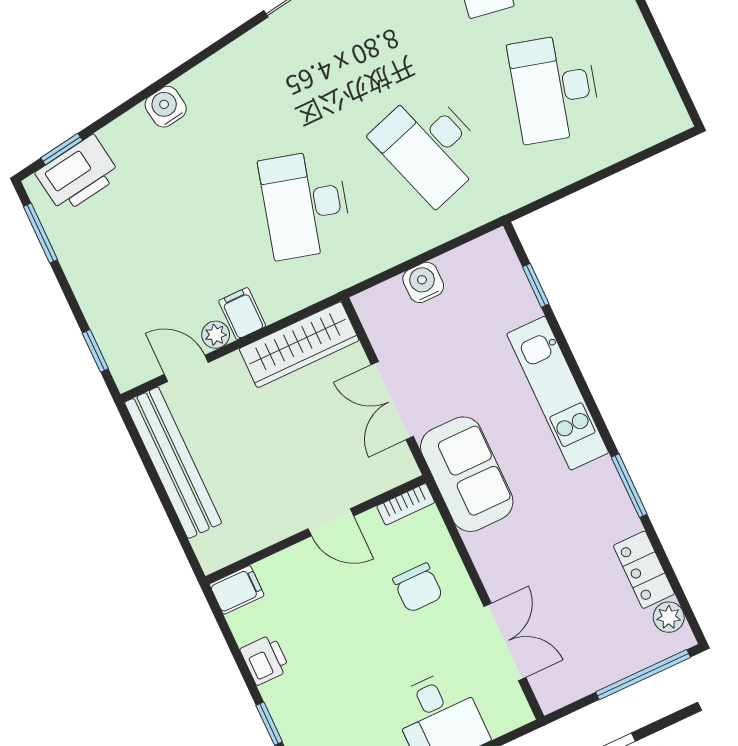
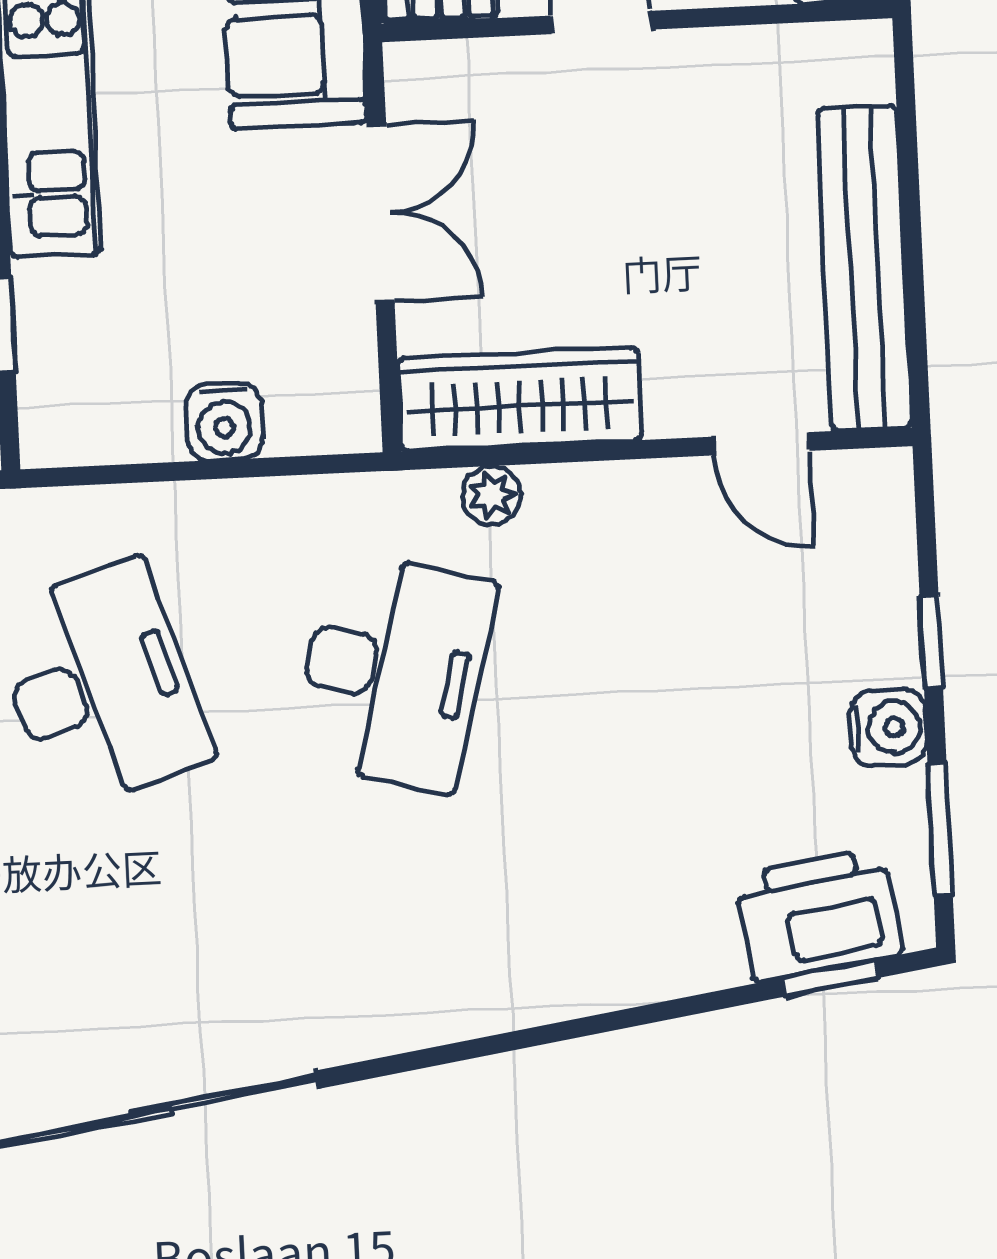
water cooler: (166, 107) -> (888, 727), moved, turned -81
filing cabinet: (242, 313) -> (607, 507), removed
plant: (216, 335) -> (491, 495), moved
window: (95, 351) -> (931, 642), moved

